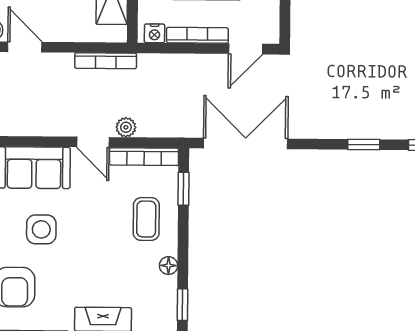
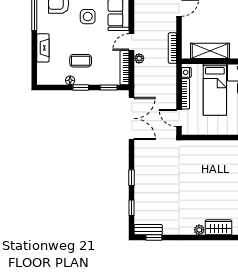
coffee table: (146, 219) -> (81, 61), moved
window: (182, 305) -> (81, 88), moved

